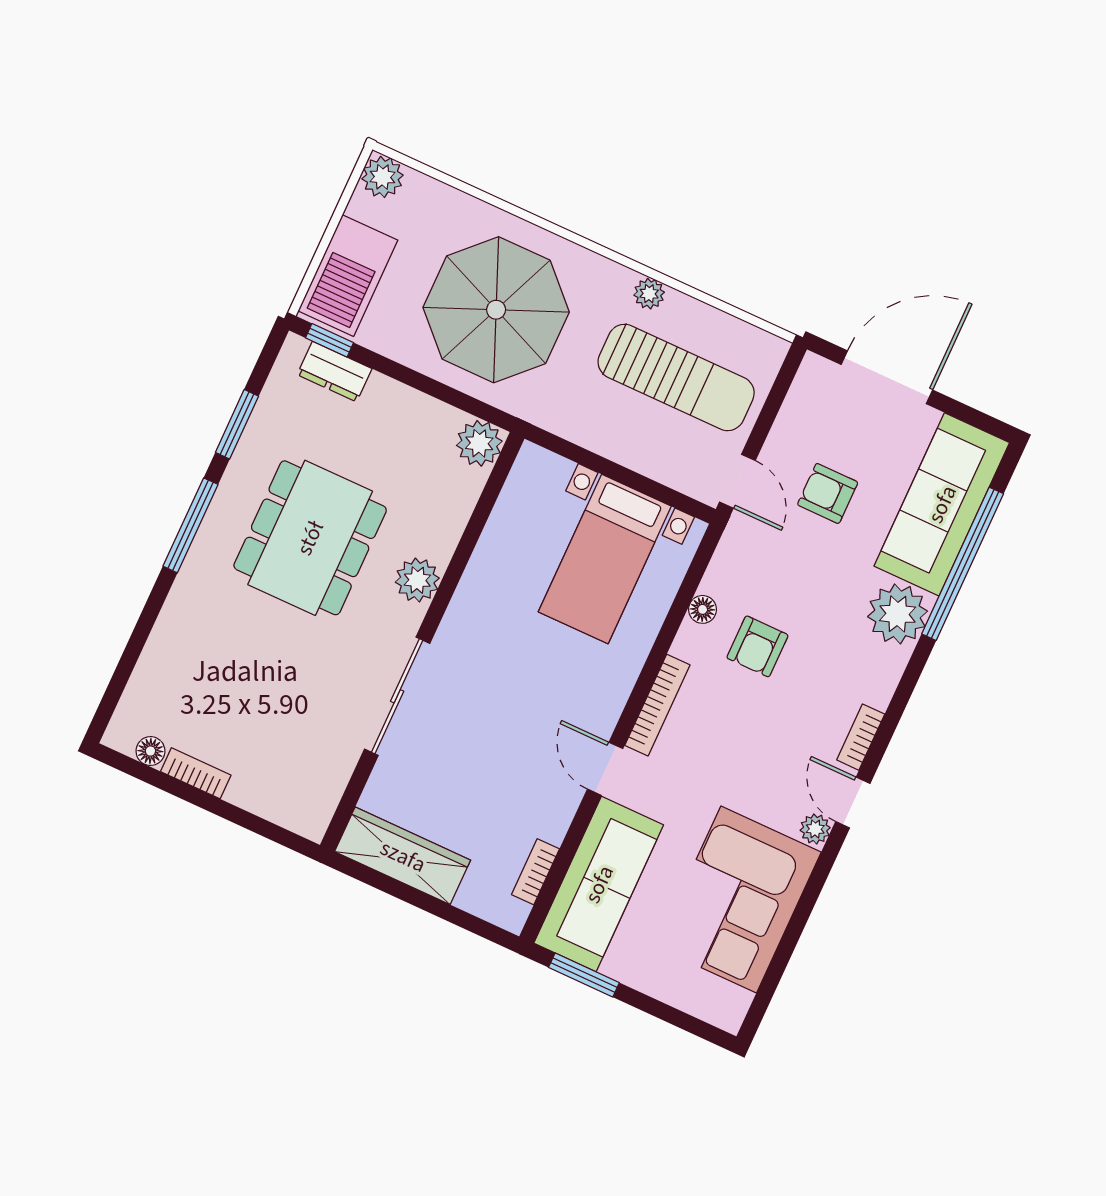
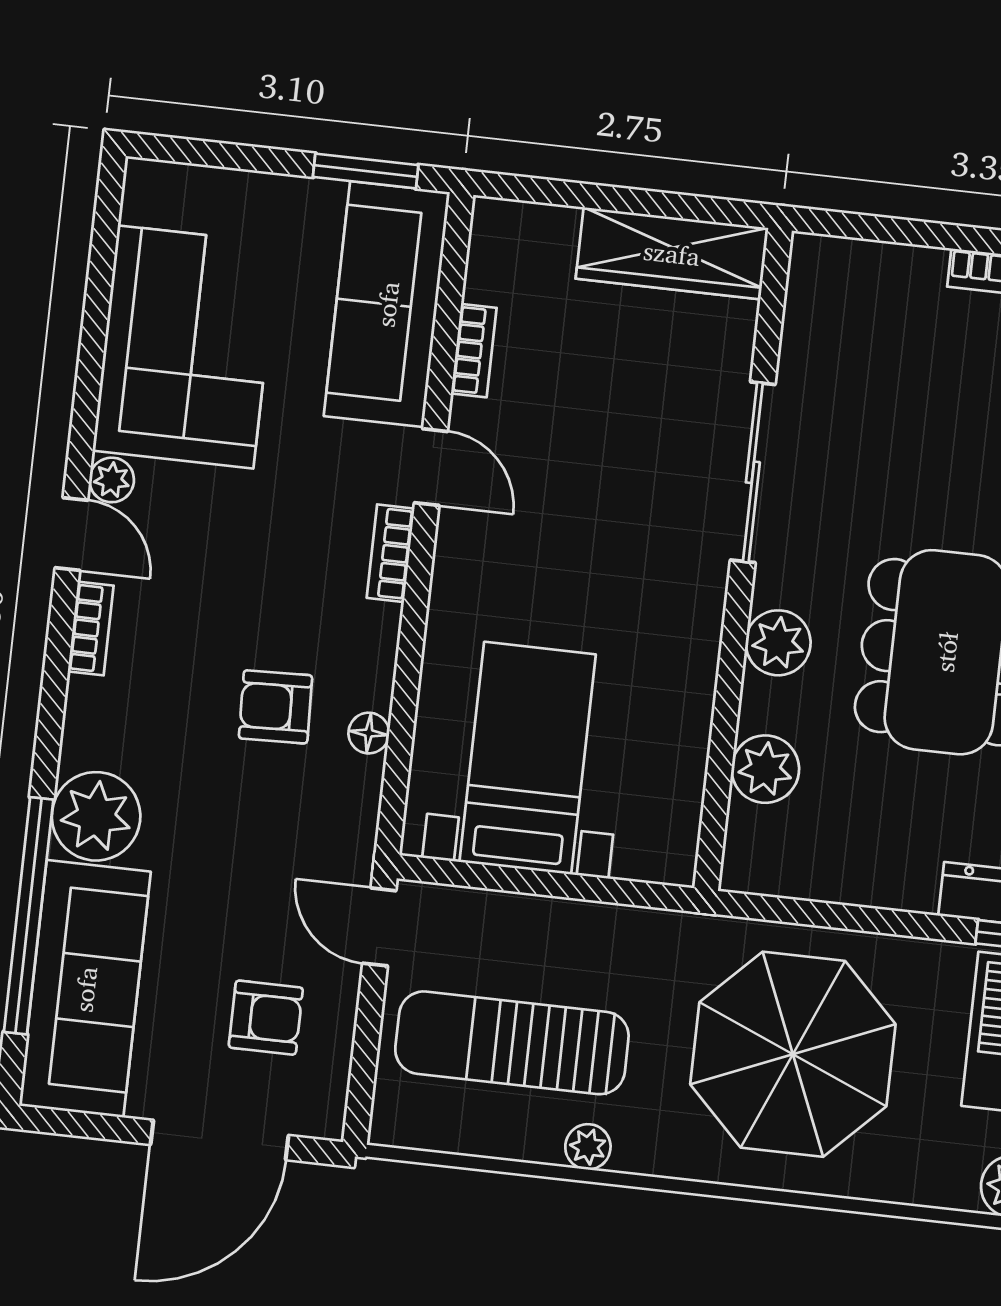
plant: (479, 443) -> (765, 769), moved
armchair: (828, 493) -> (266, 1018), moved
armchair: (757, 646) -> (276, 707), turned -92
bookcase: (657, 705) -> (390, 553), width x0.64
bookcase: (535, 872) -> (474, 351), moved

